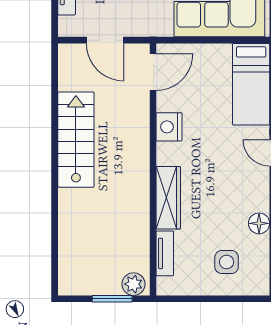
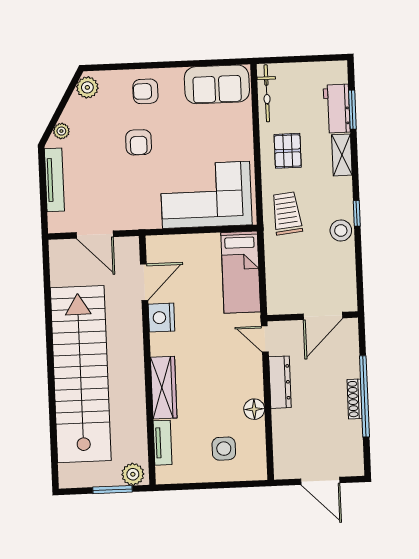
door: (153, 72) -> (144, 282), moved
stairs: (76, 140) -> (81, 374), width x1.86, depth x1.51

